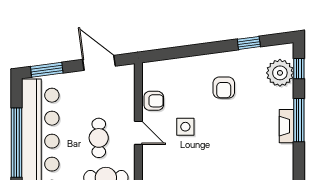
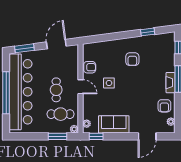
door: (99, 63) -> (56, 44), hinge flipped
plant: (280, 73) -> (167, 50), removed
armchair: (276, 164) -> (164, 106), added

